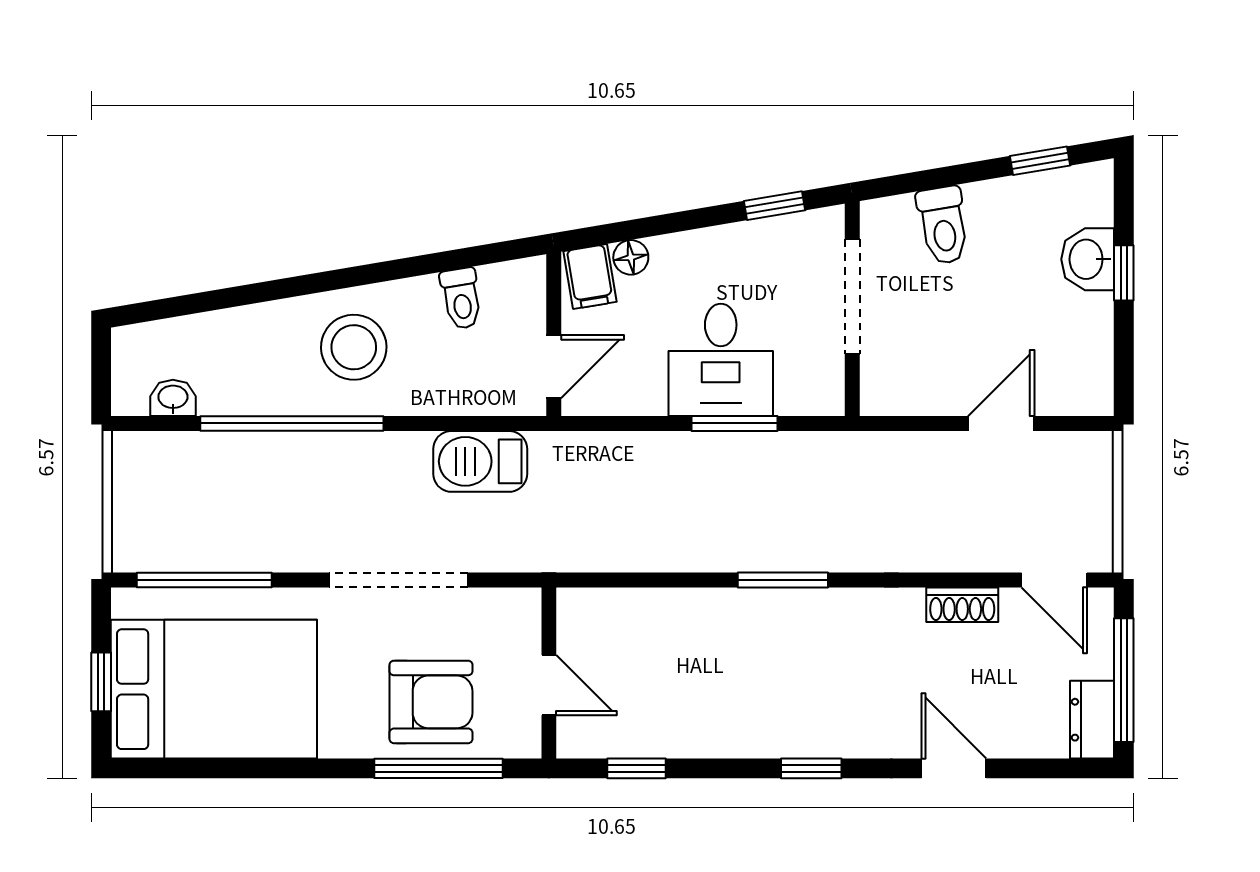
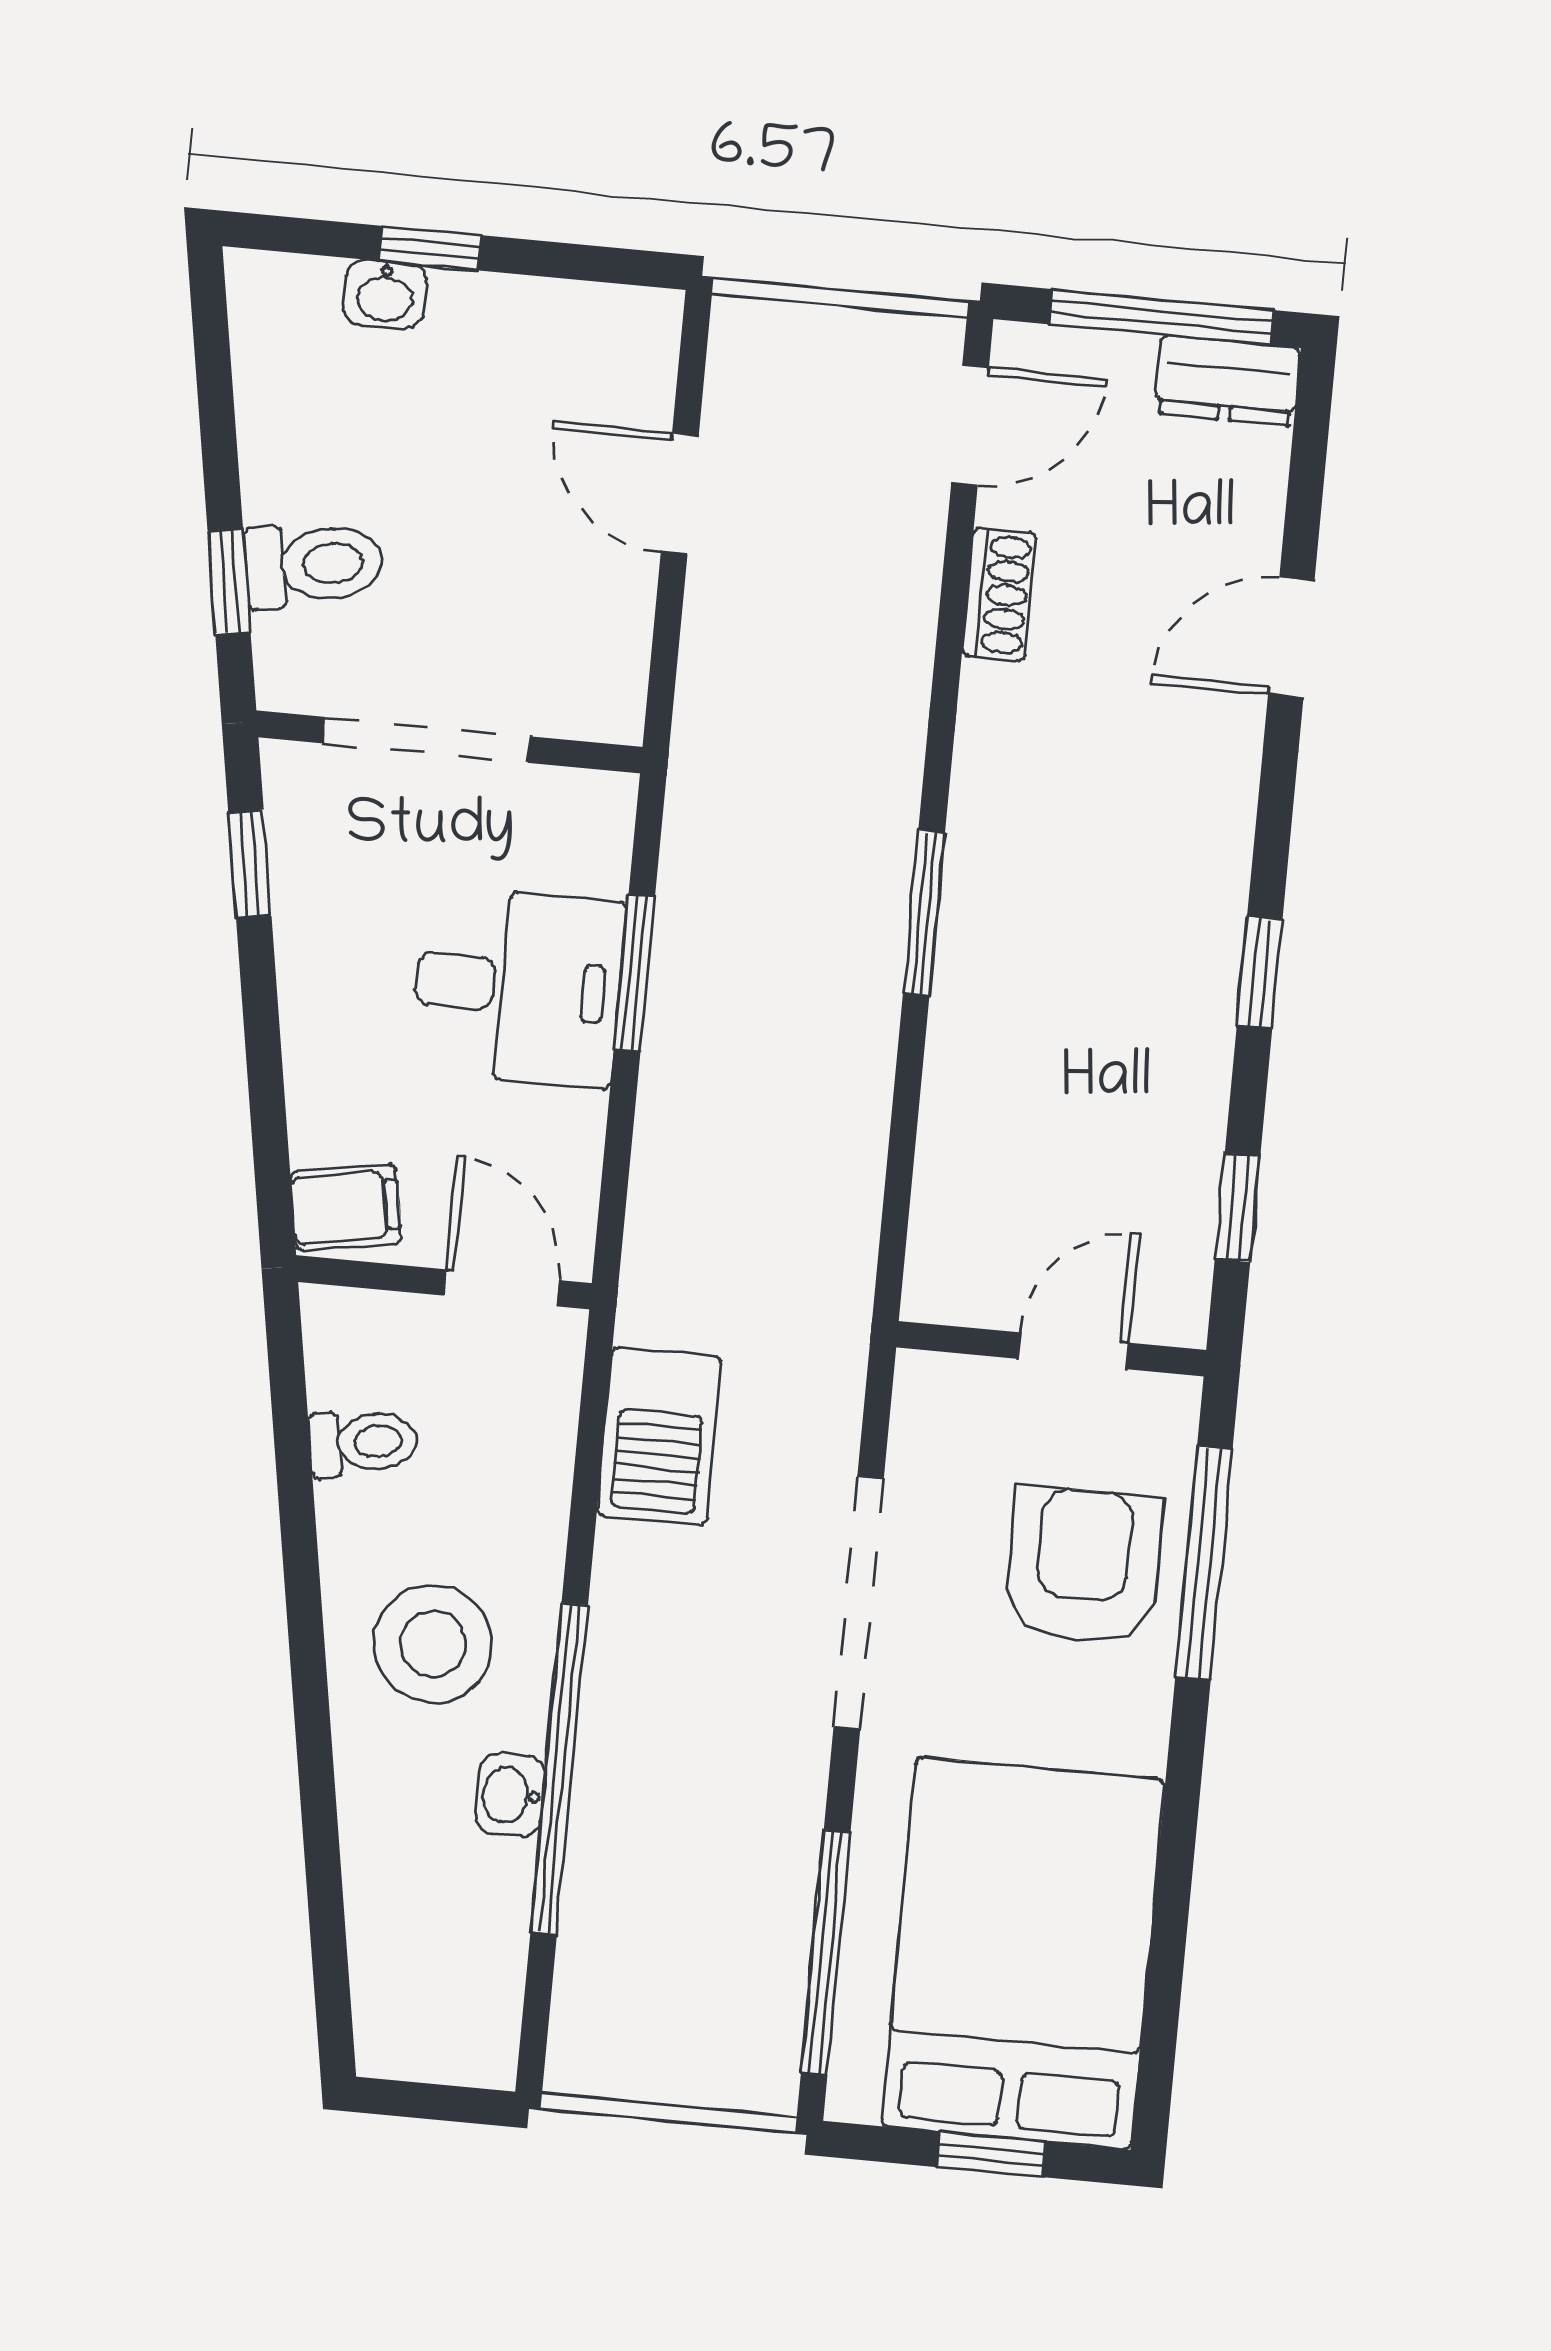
window: (1040, 161) -> (229, 581), moved
floor lamp: (631, 257) -> (318, 1131), removed
washbasin: (1088, 259) -> (385, 295), width x0.72, depth x0.69
washbasin: (173, 398) -> (510, 1795), moved
window: (811, 768) -> (1260, 973), moved

